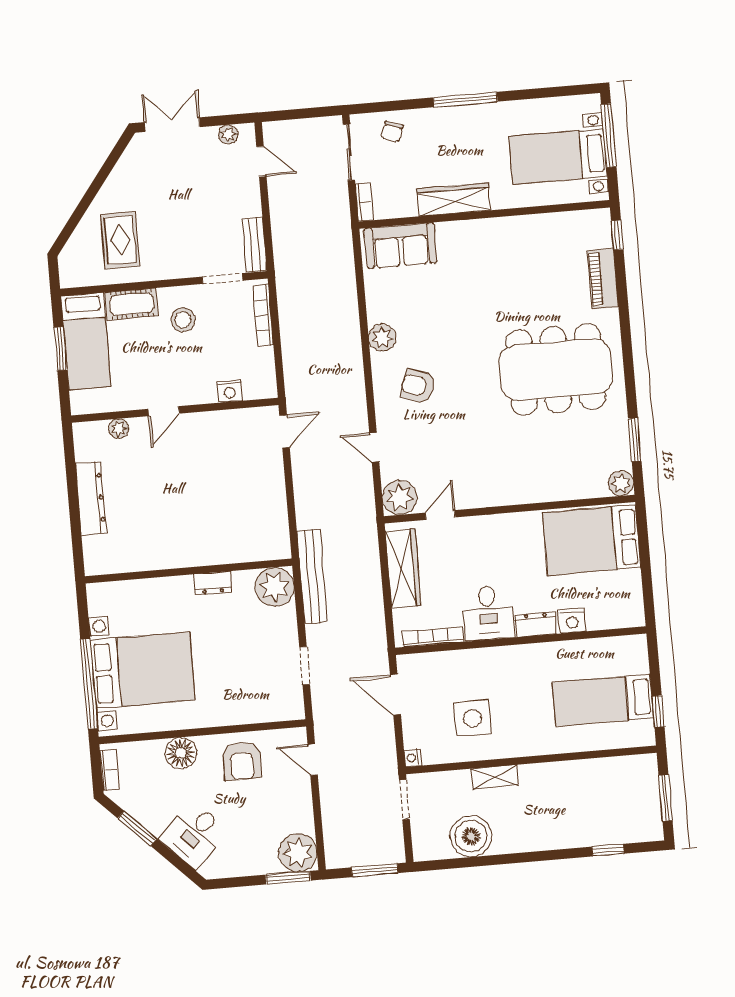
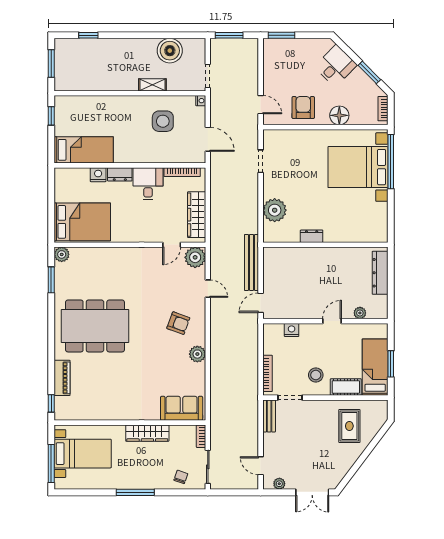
wall: (189, 571) -> (325, 245), moved
bench: (312, 576) -> (252, 262), moved
dresser: (213, 583) -> (312, 236), moved
bed: (603, 700) -> (84, 150), moved
plant: (298, 853) -> (274, 50), removed

